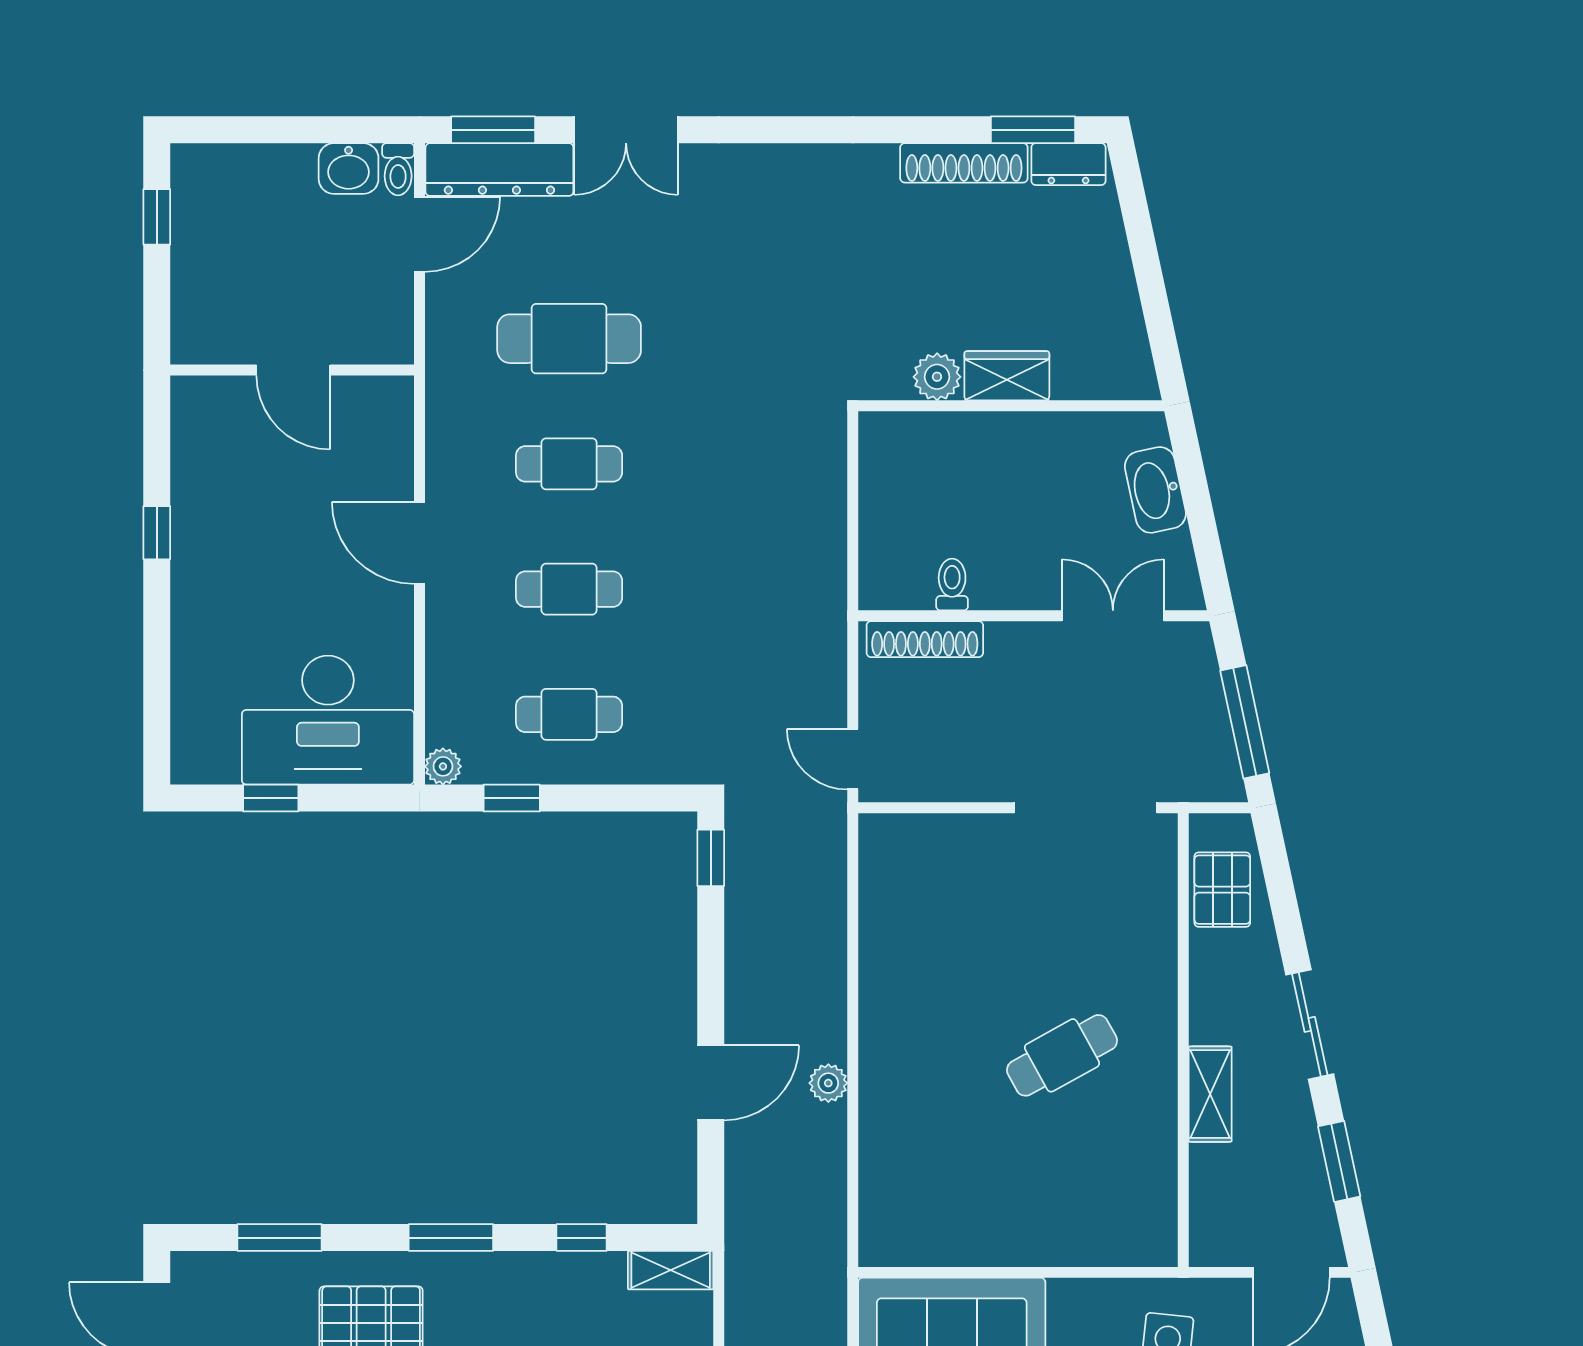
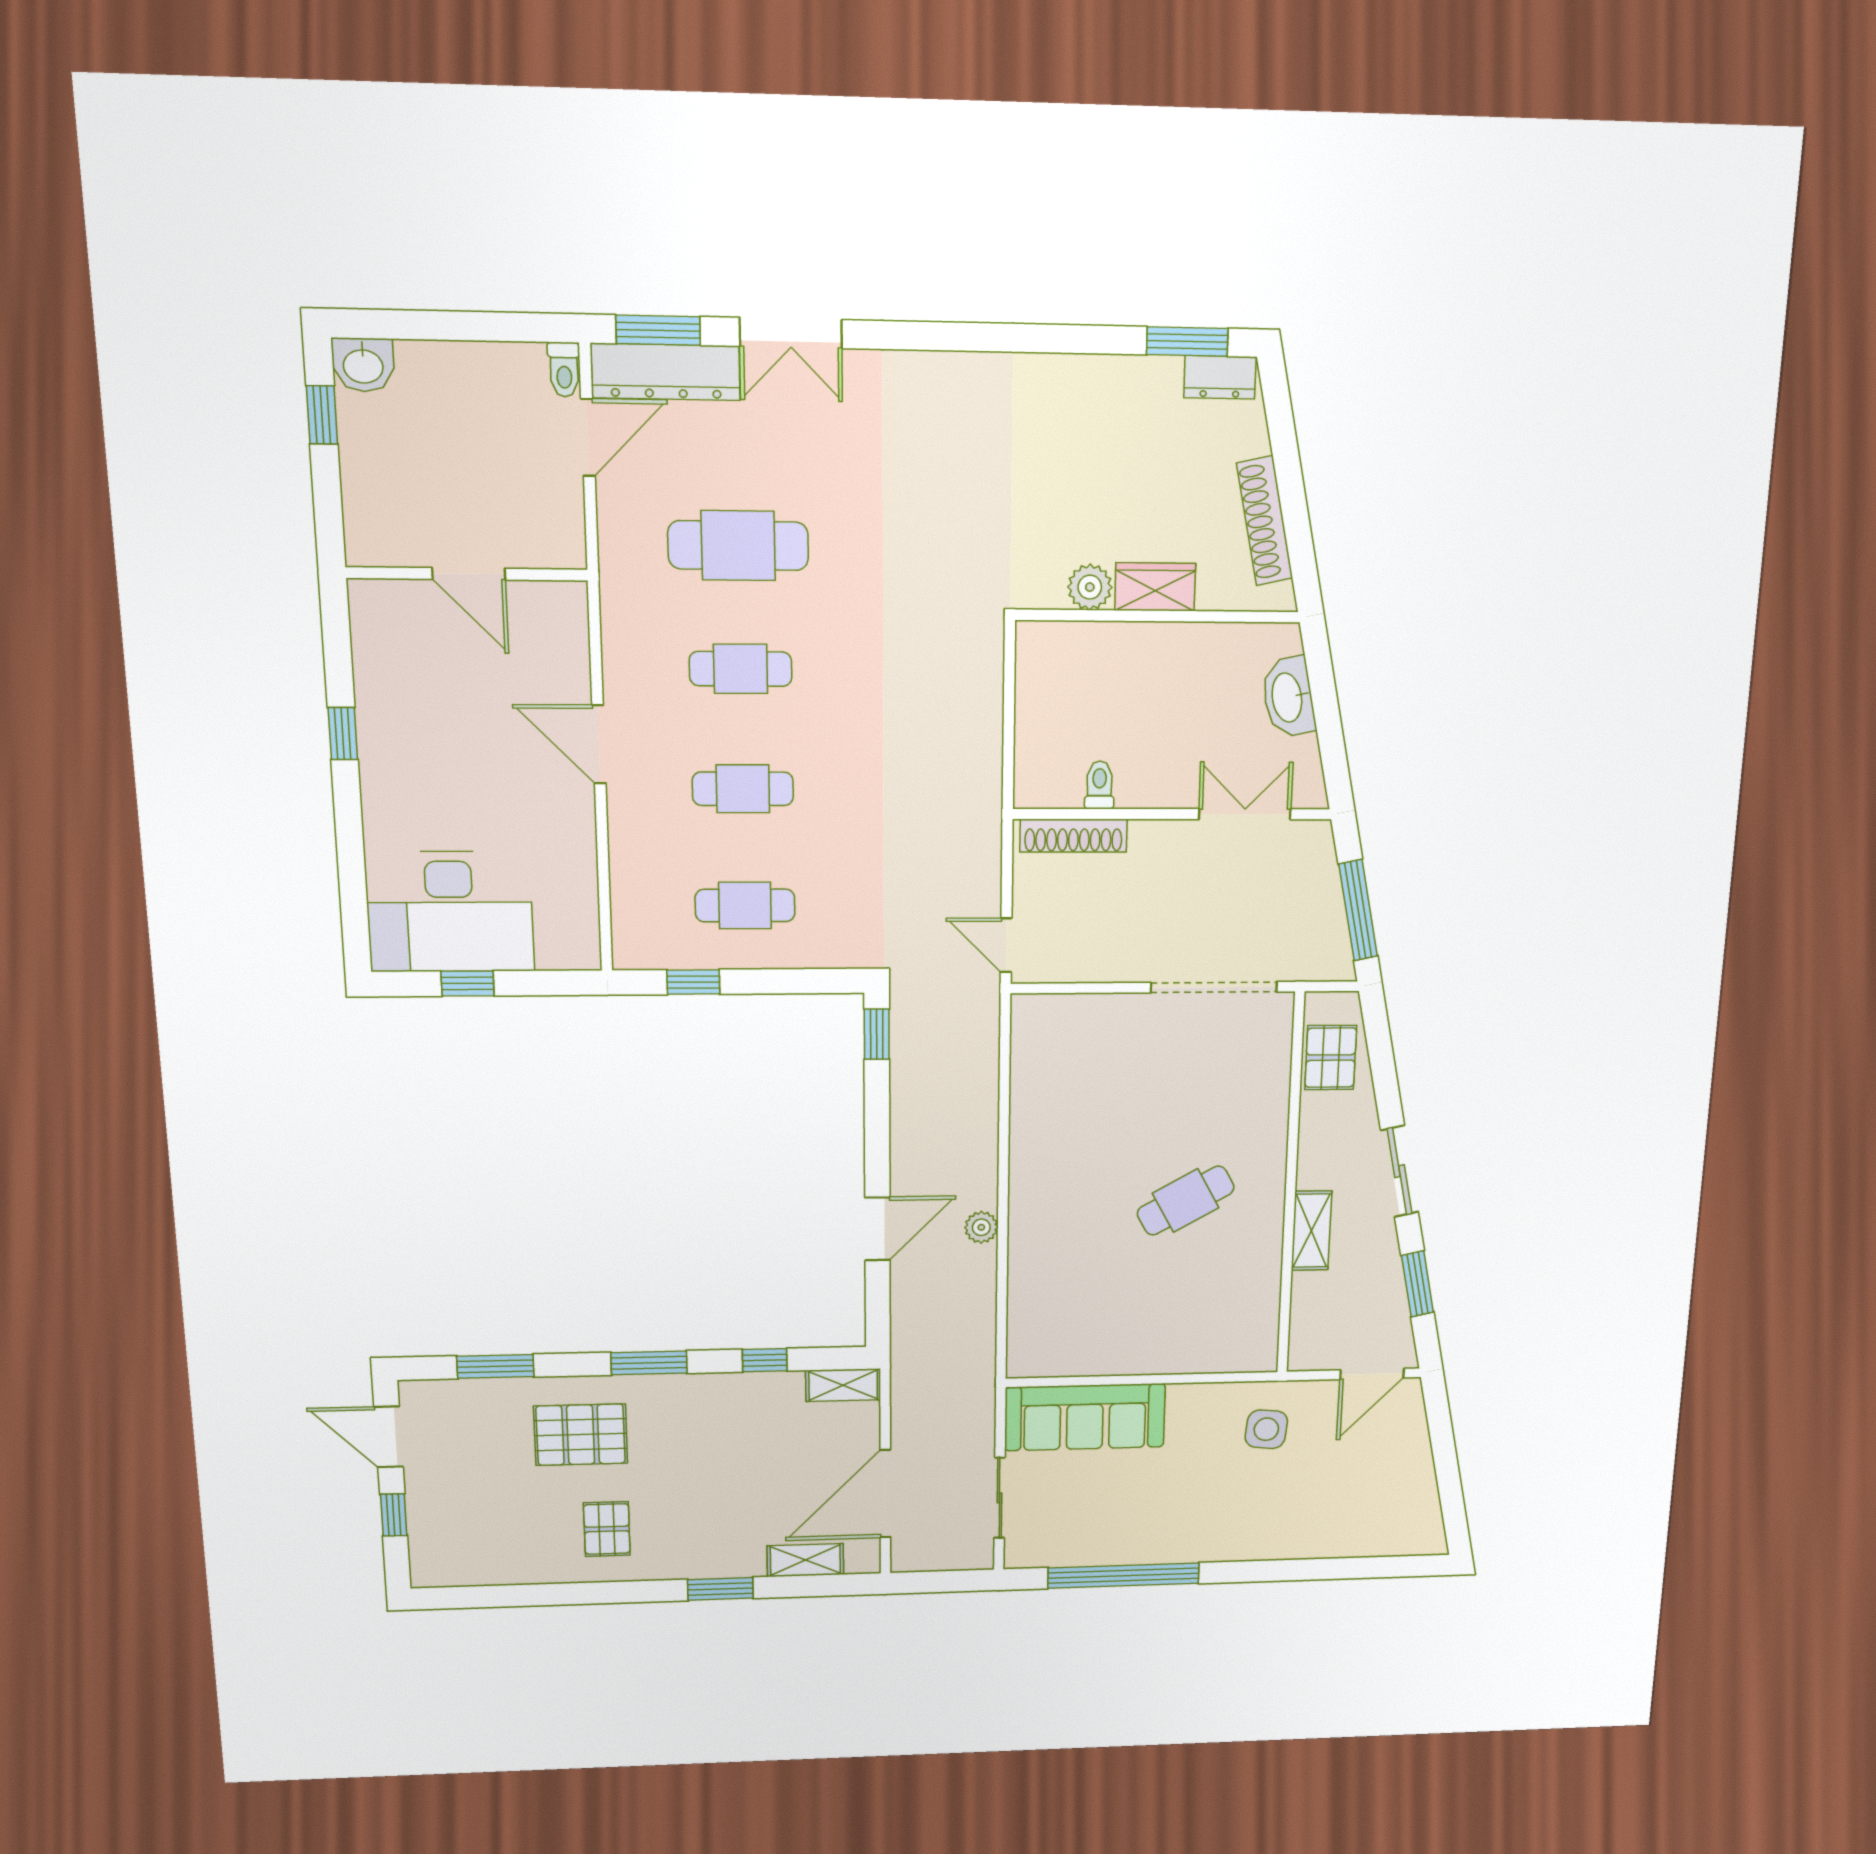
shoe rack: (964, 163) -> (1265, 521), moved, turned 78
washbasin: (349, 169) -> (363, 365), moved
desk: (328, 720) -> (450, 912), moved
plant: (443, 766) -> (628, 954), removed

